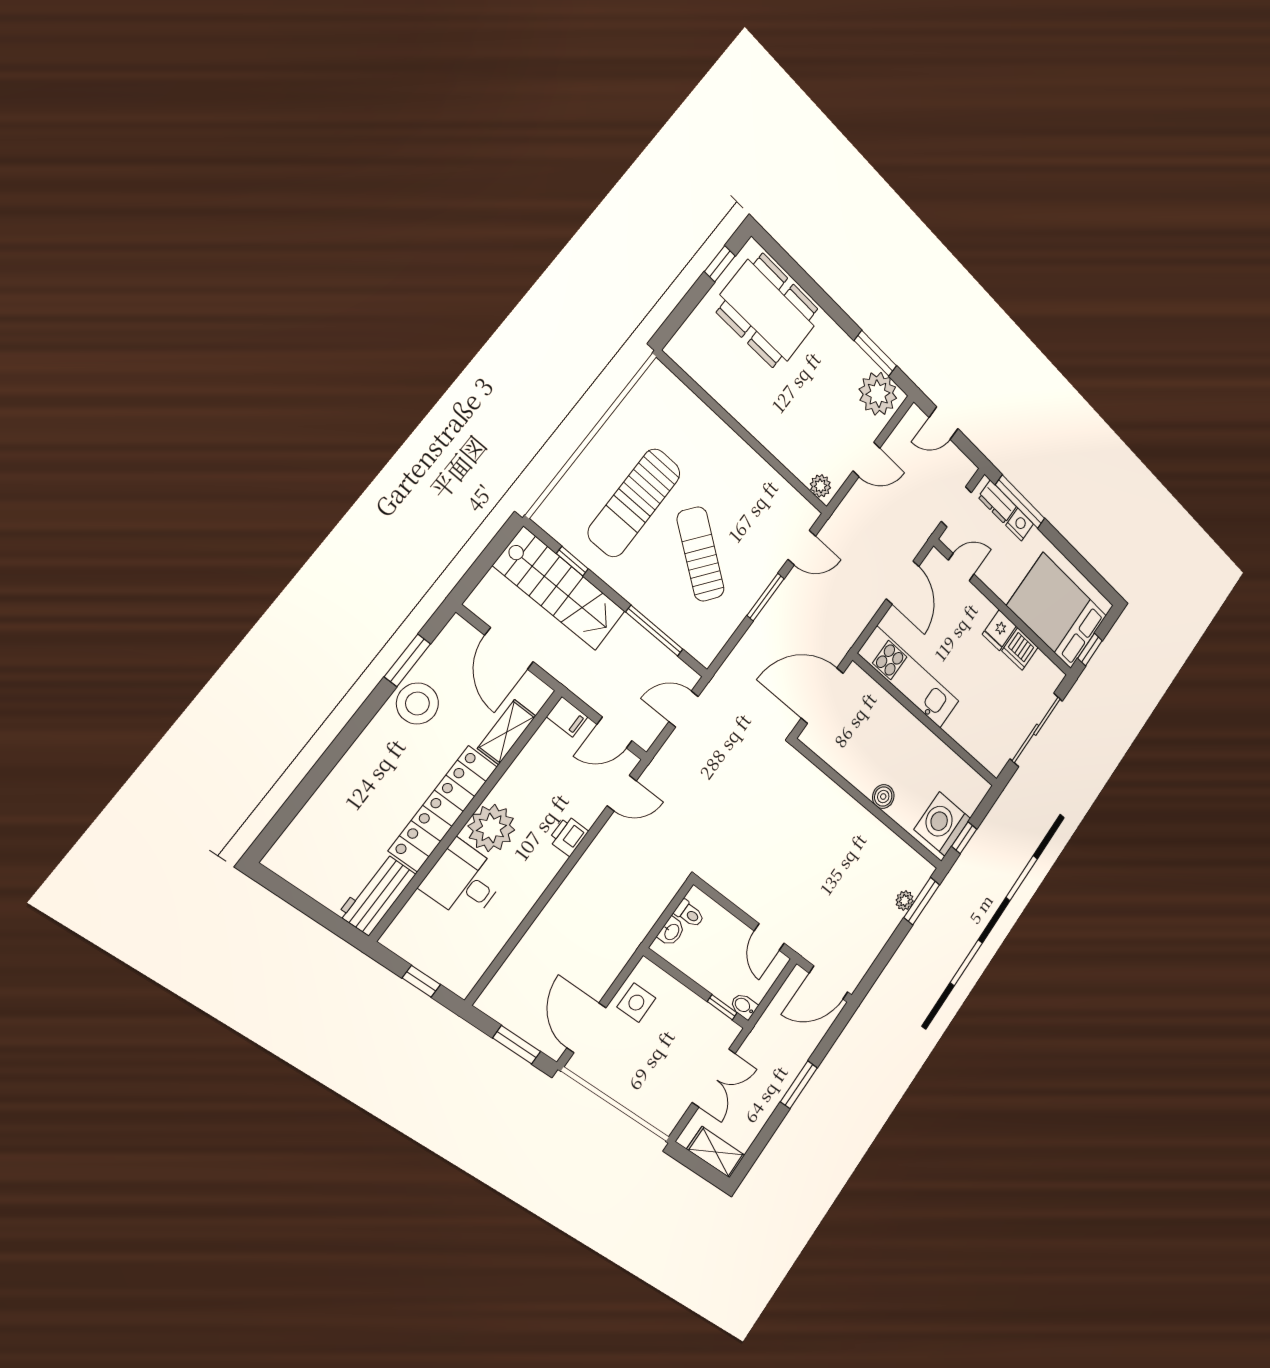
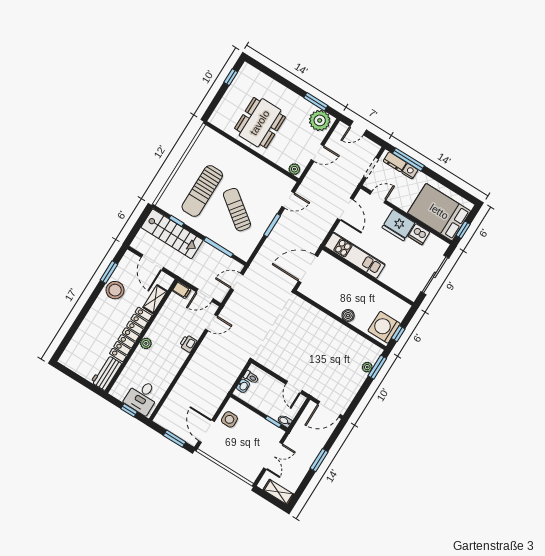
dining table: (768, 311) -> (260, 123), moved, turned 90
fridge: (999, 630) -> (398, 225), width x1.88, depth x1.34
plant: (491, 828) -> (146, 343), width x0.53, depth x0.53
desk: (464, 881) -> (142, 397), moved, turned -90

